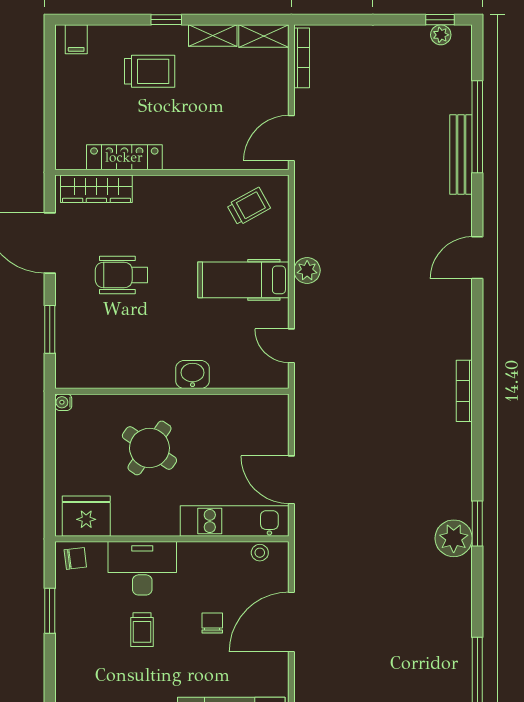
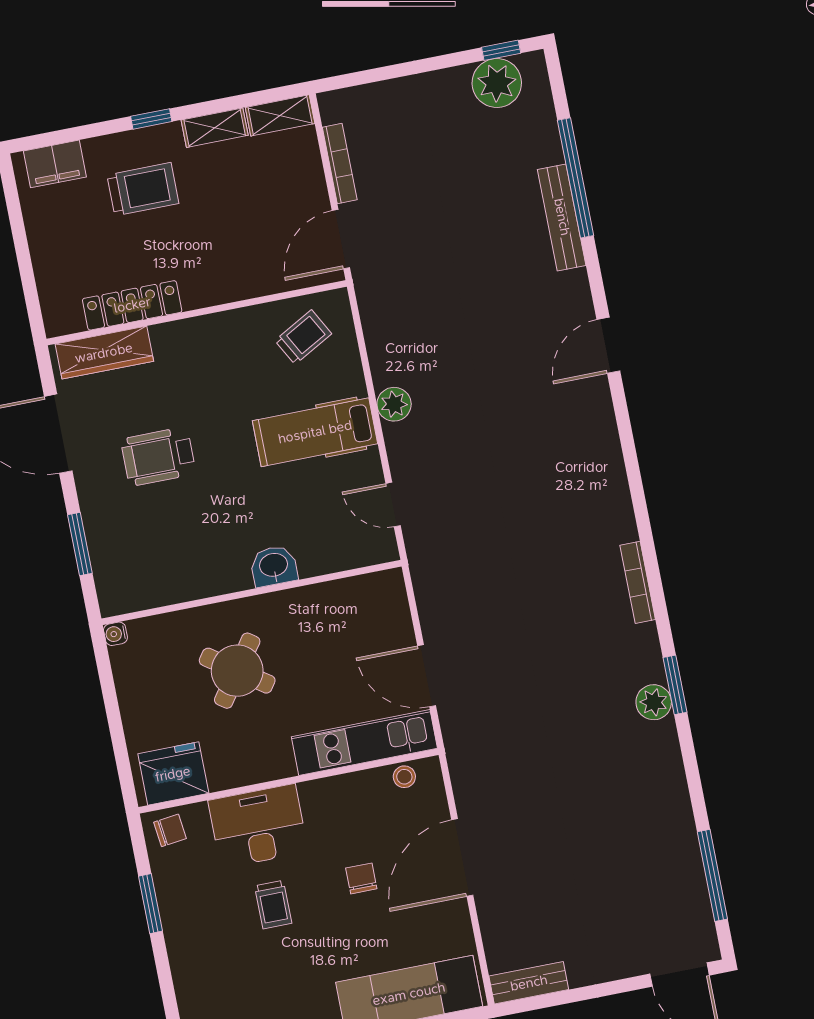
plant: (441, 35) -> (497, 83), width x1.88, depth x1.88
filing cabinet: (76, 39) -> (55, 164), width x2.00
bookcase: (302, 58) -> (340, 163), moved
bookcase: (464, 391) -> (638, 582), moved
plant: (454, 538) -> (654, 702), width x0.73, depth x0.73

